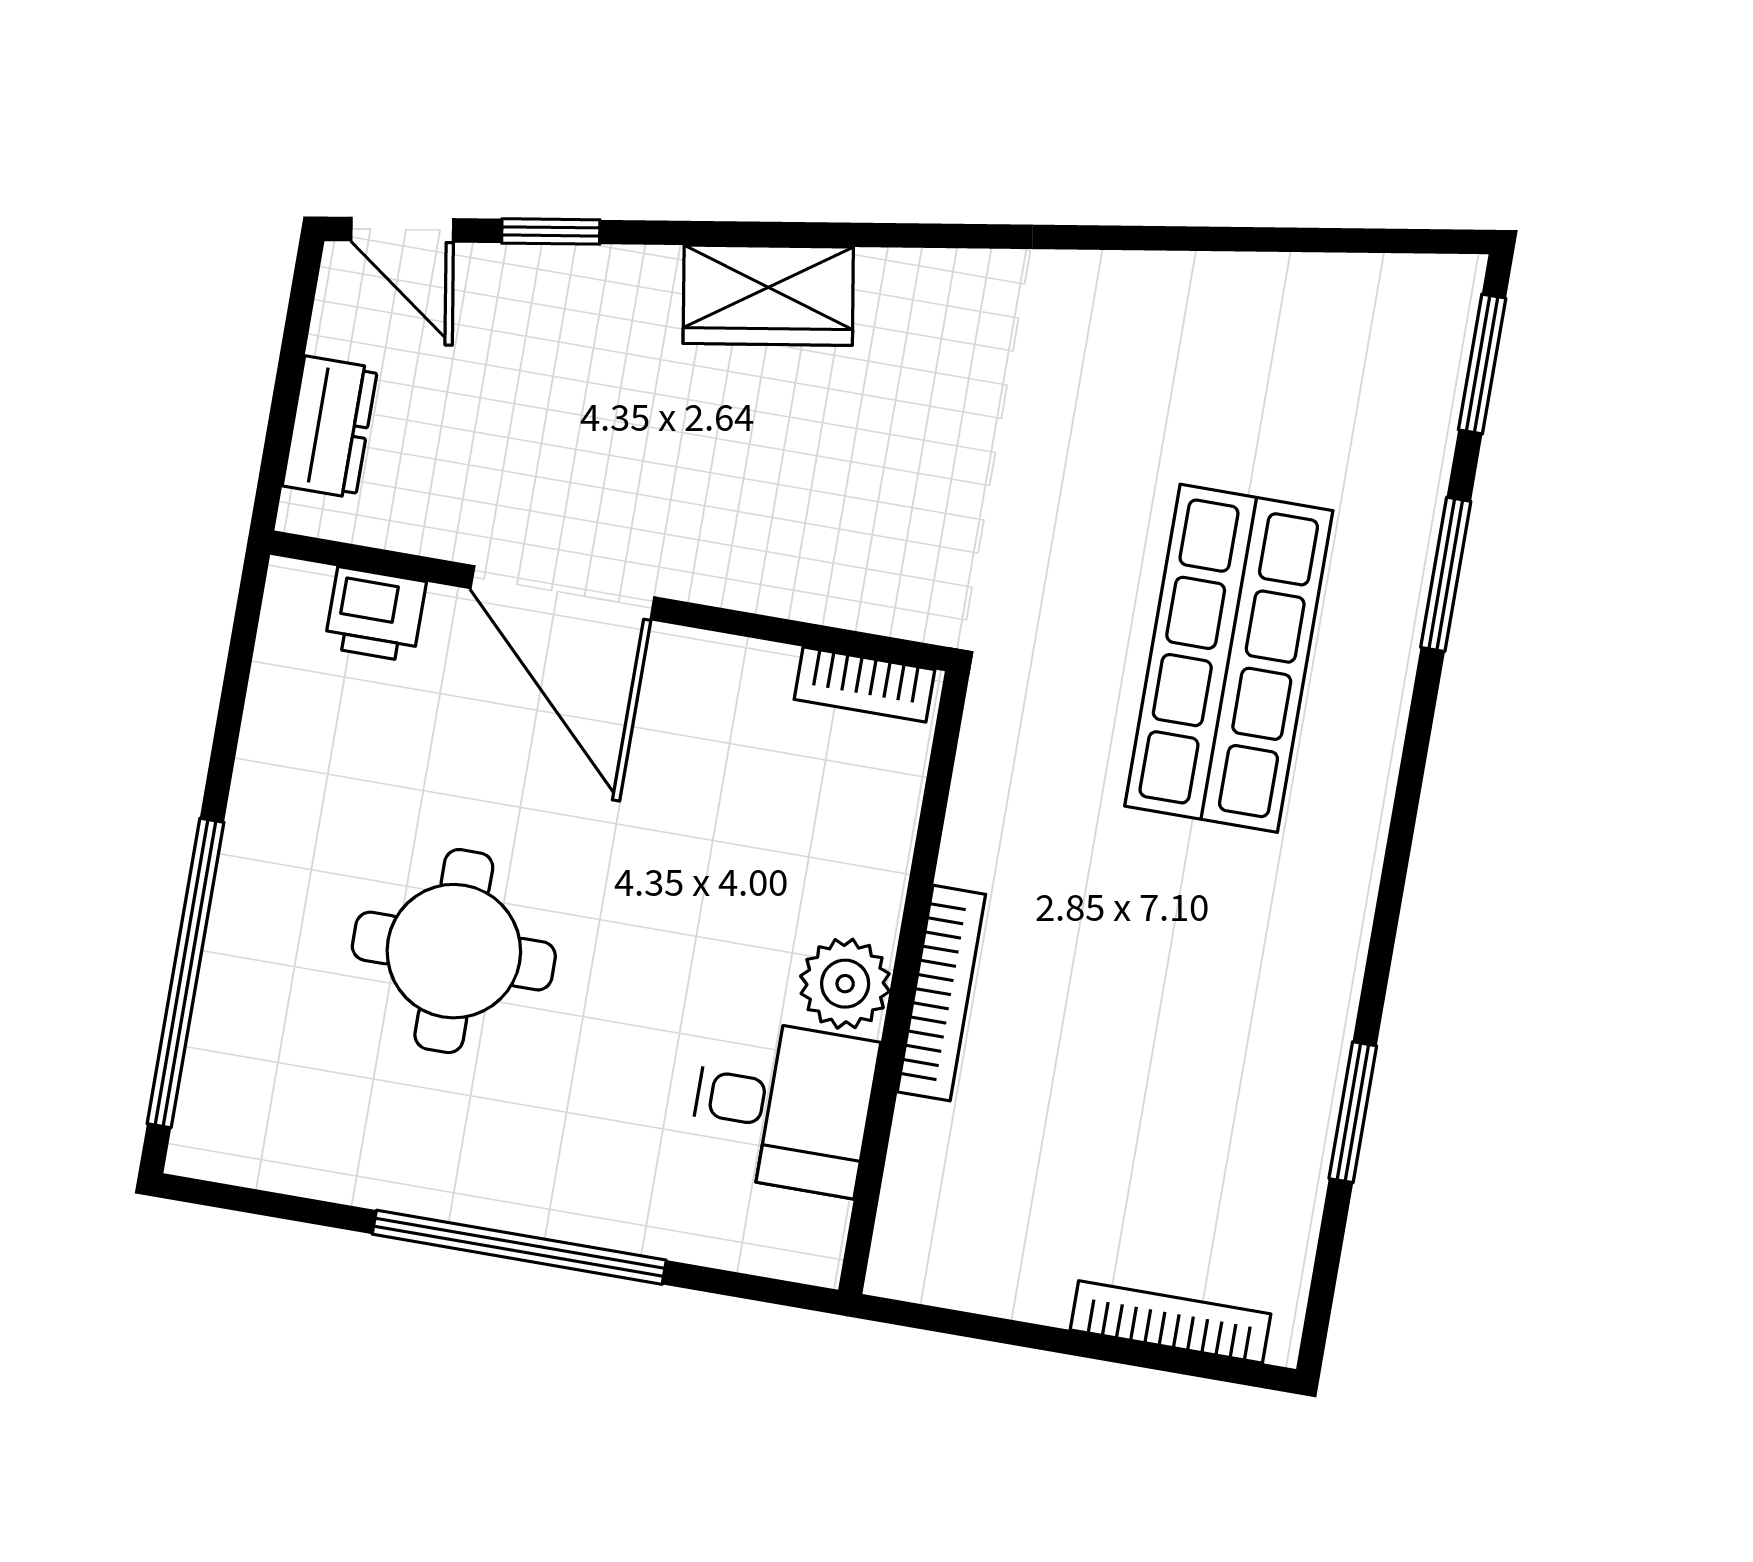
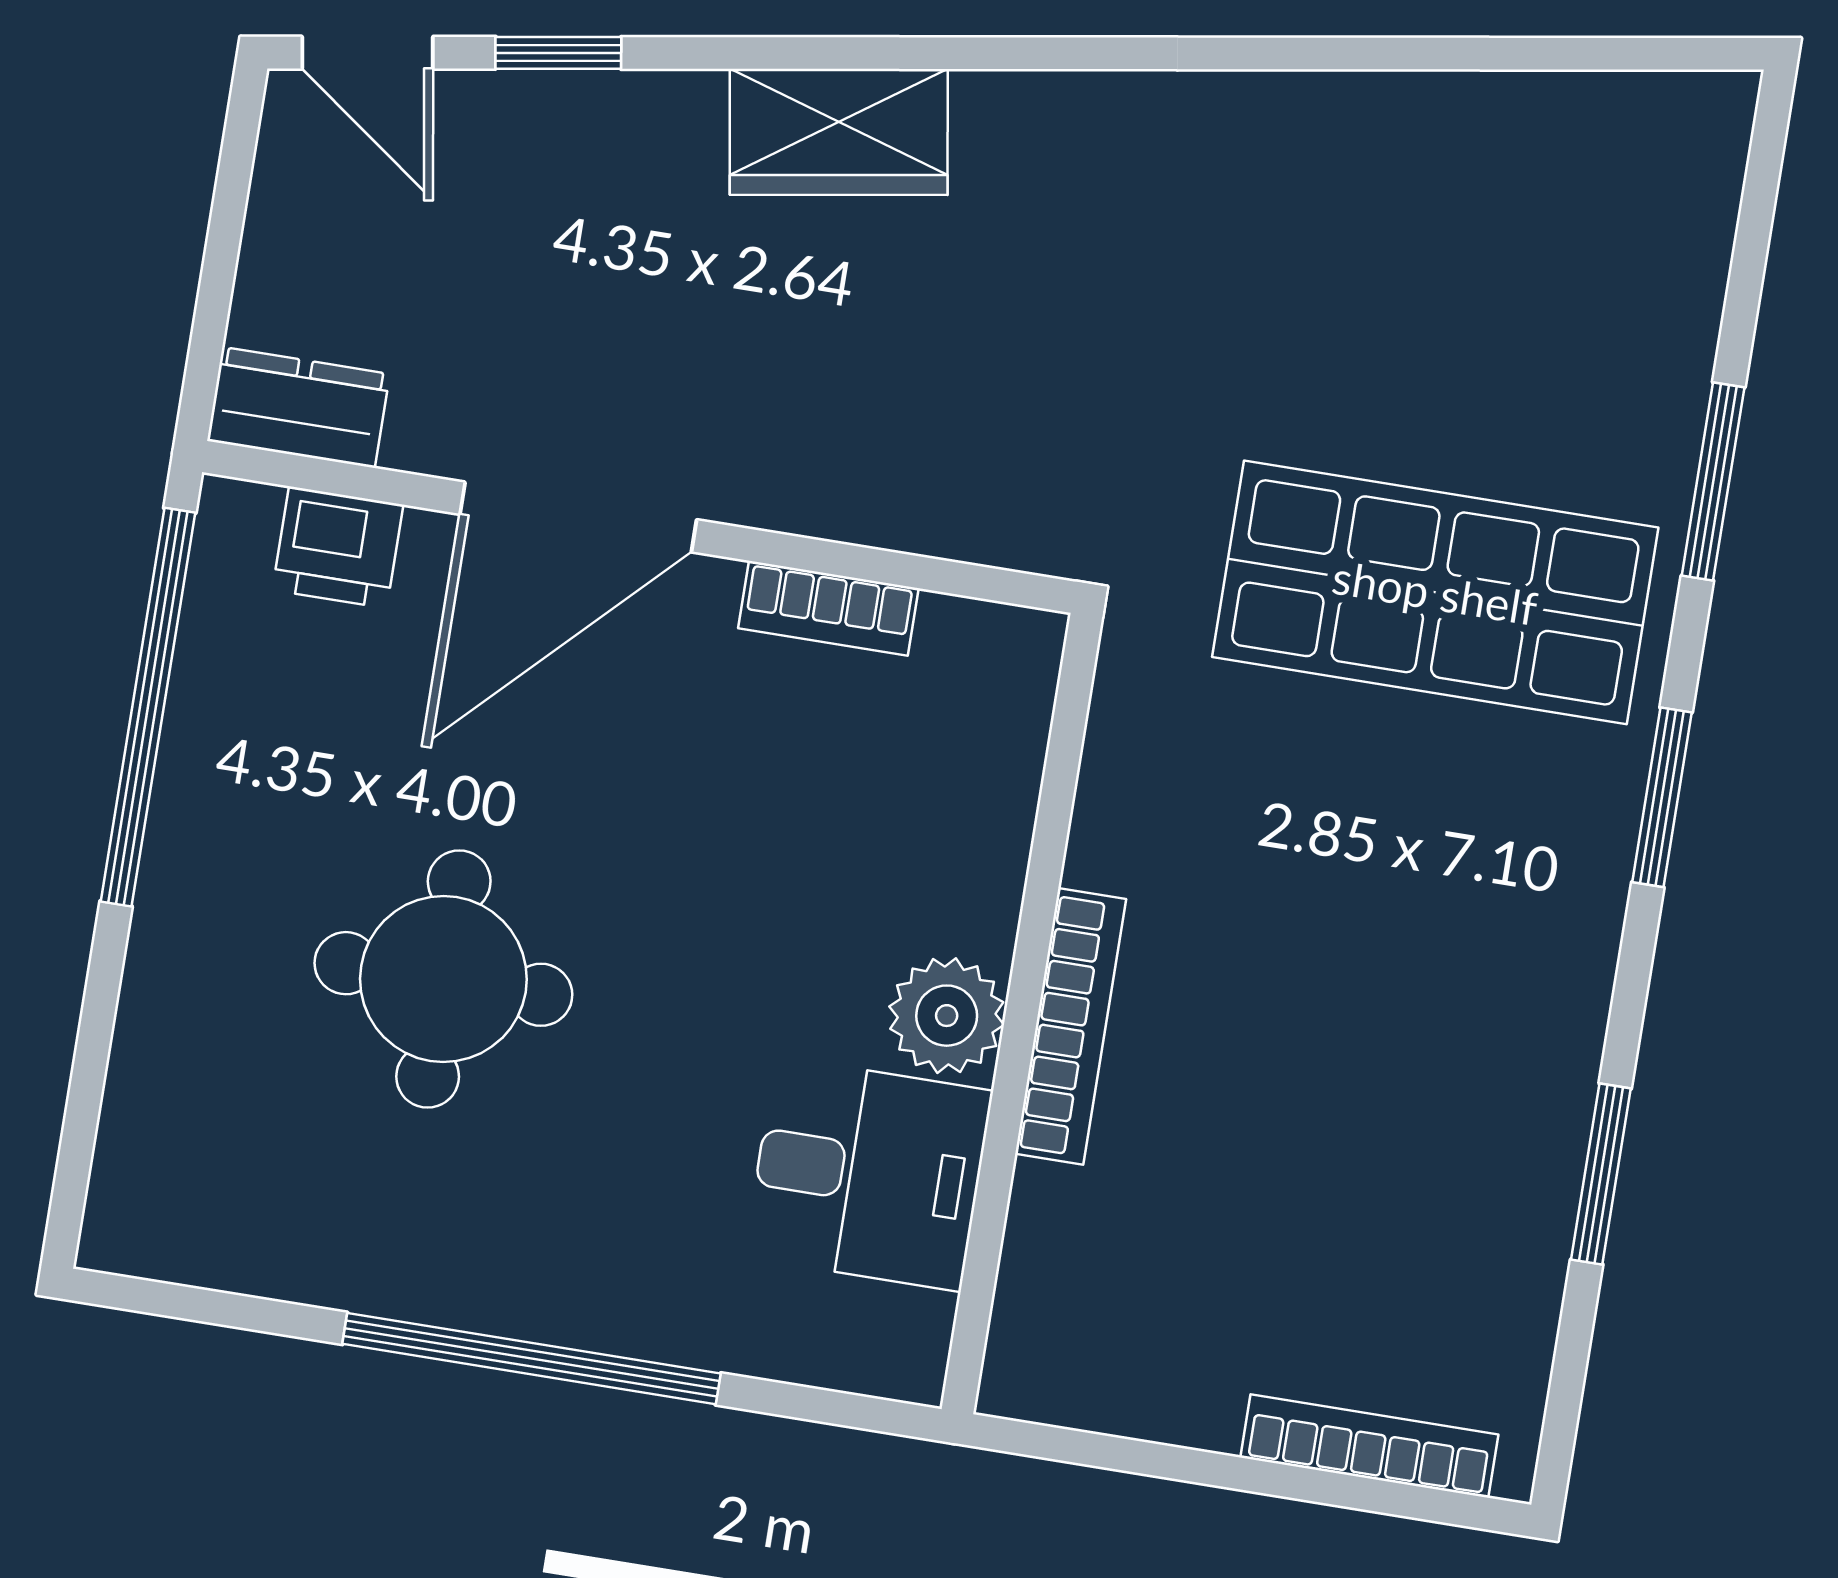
window: (1482, 364) -> (1662, 797), moved
dresser: (330, 427) -> (298, 407), moved, turned -90
door: (562, 593) -> (578, 517), hinge flipped
shop shelf: (1229, 658) -> (1435, 592), turned 90
bookcase: (864, 684) -> (828, 608), moved
window: (185, 973) -> (148, 707), moved

